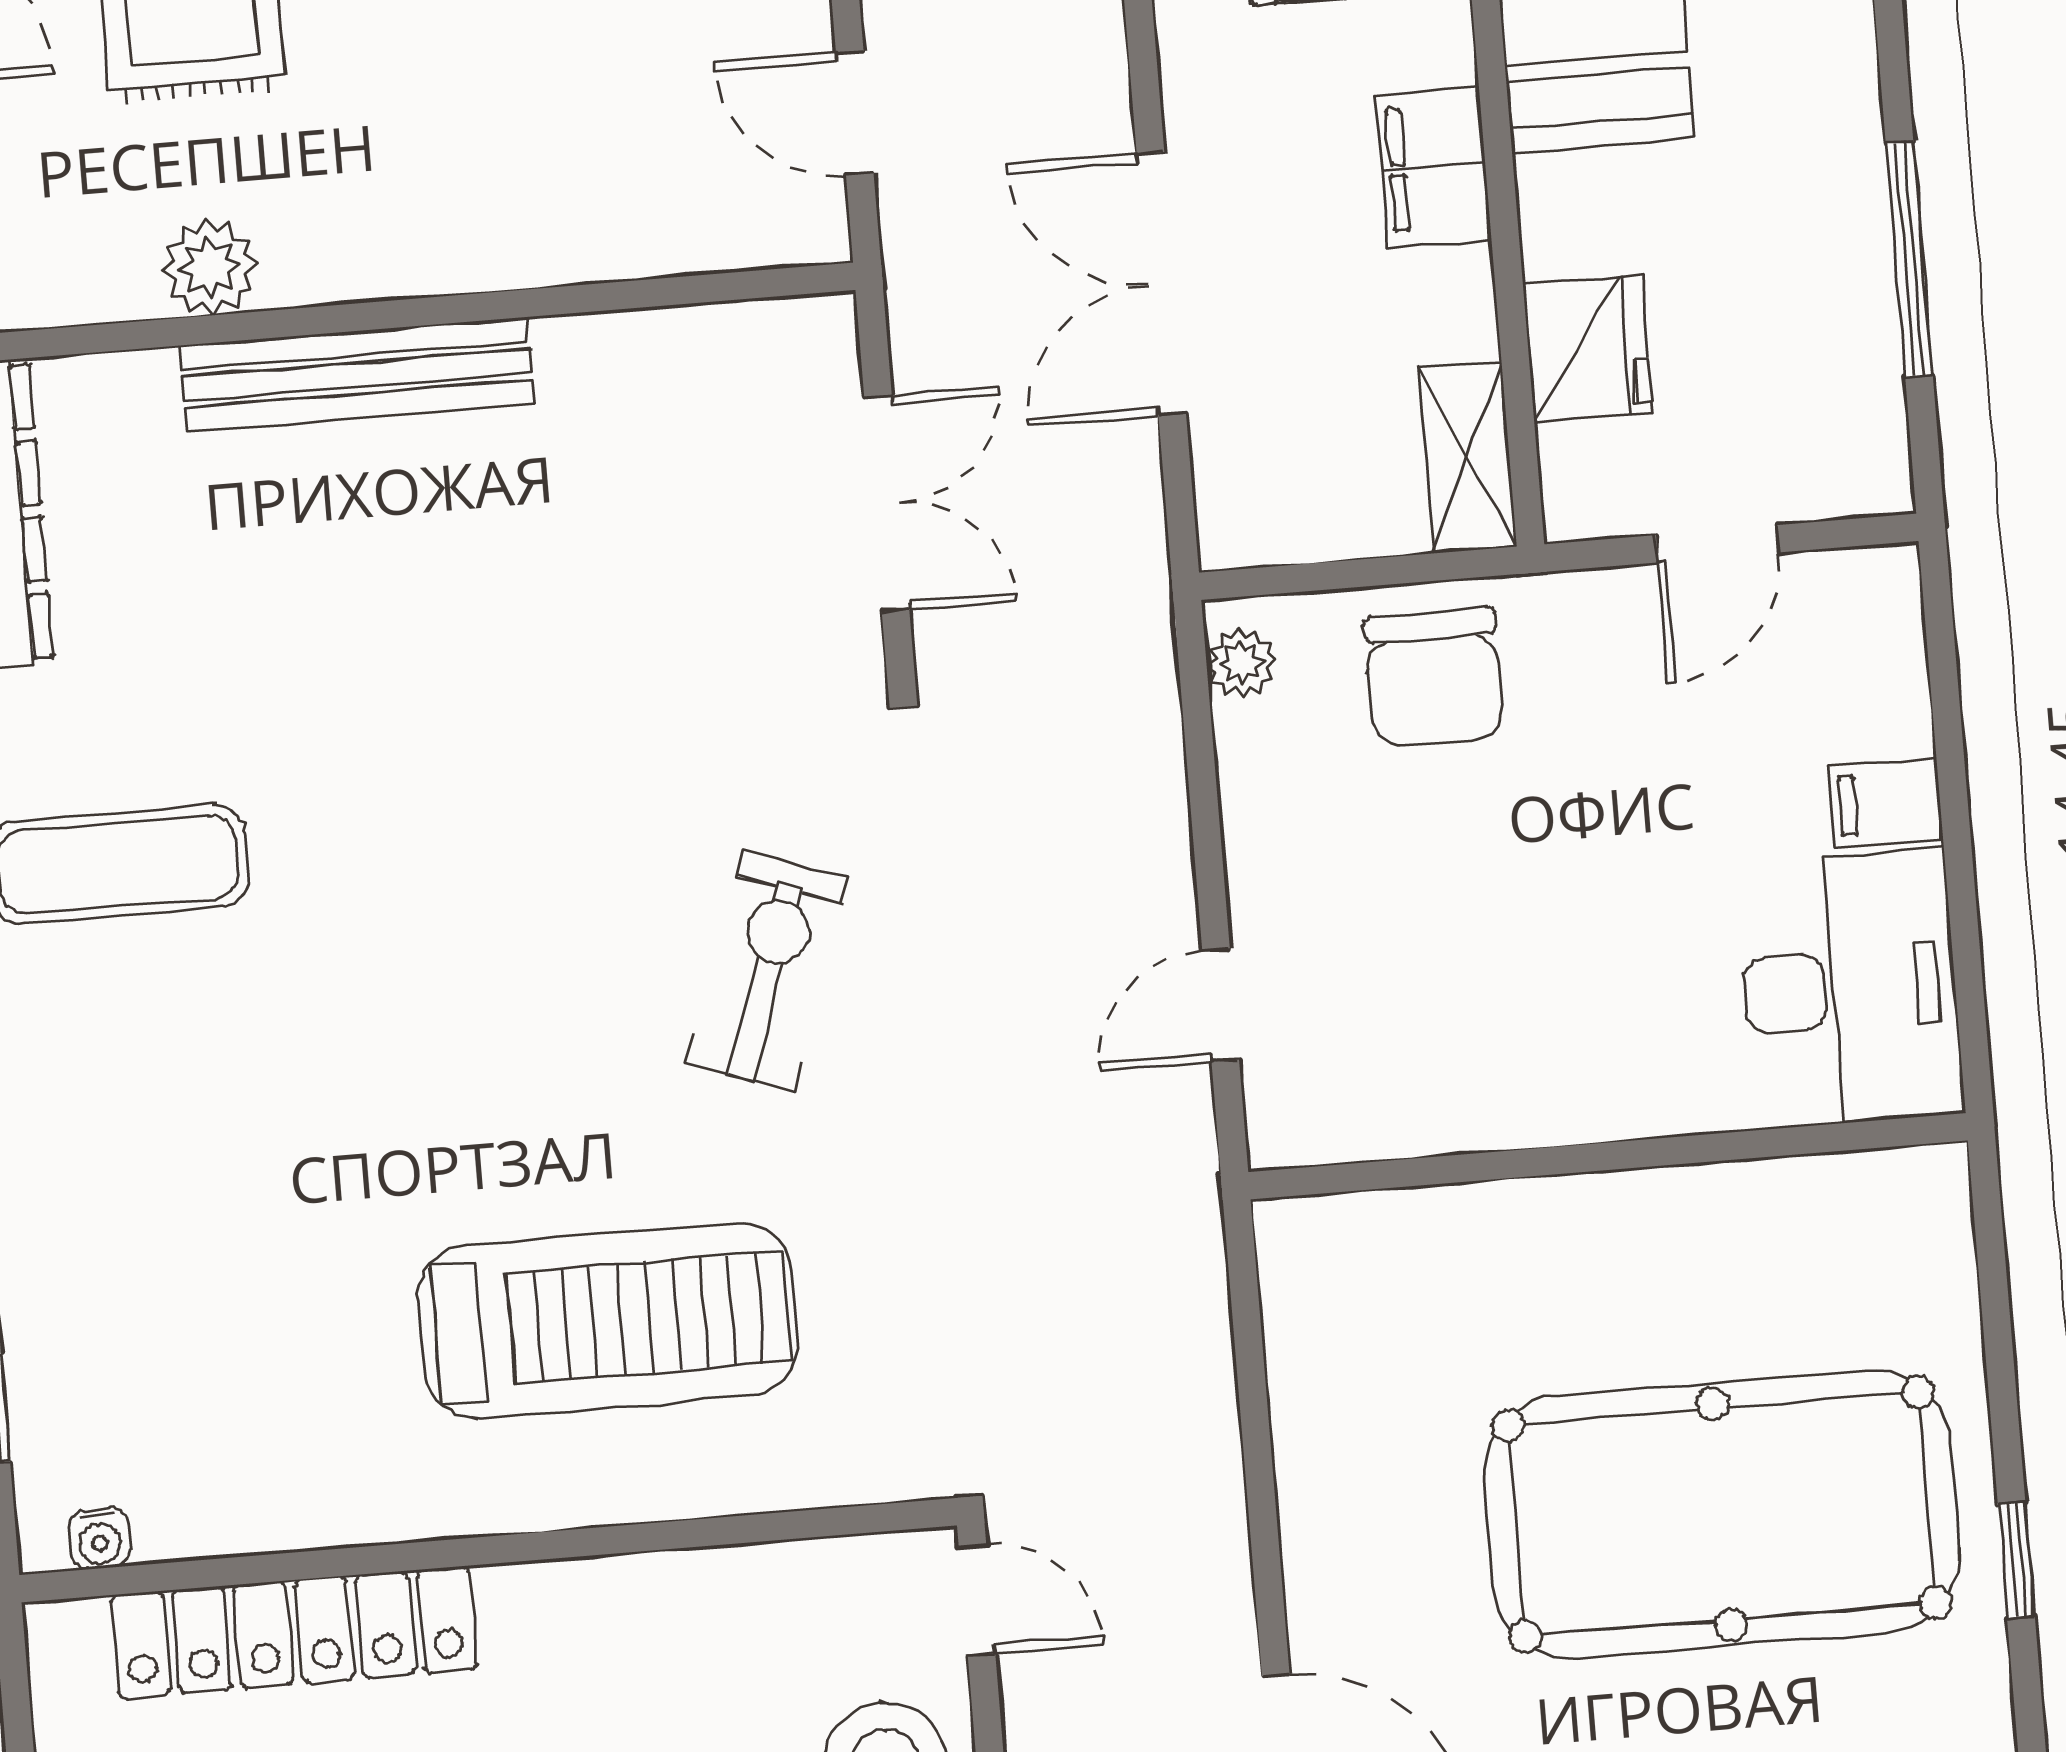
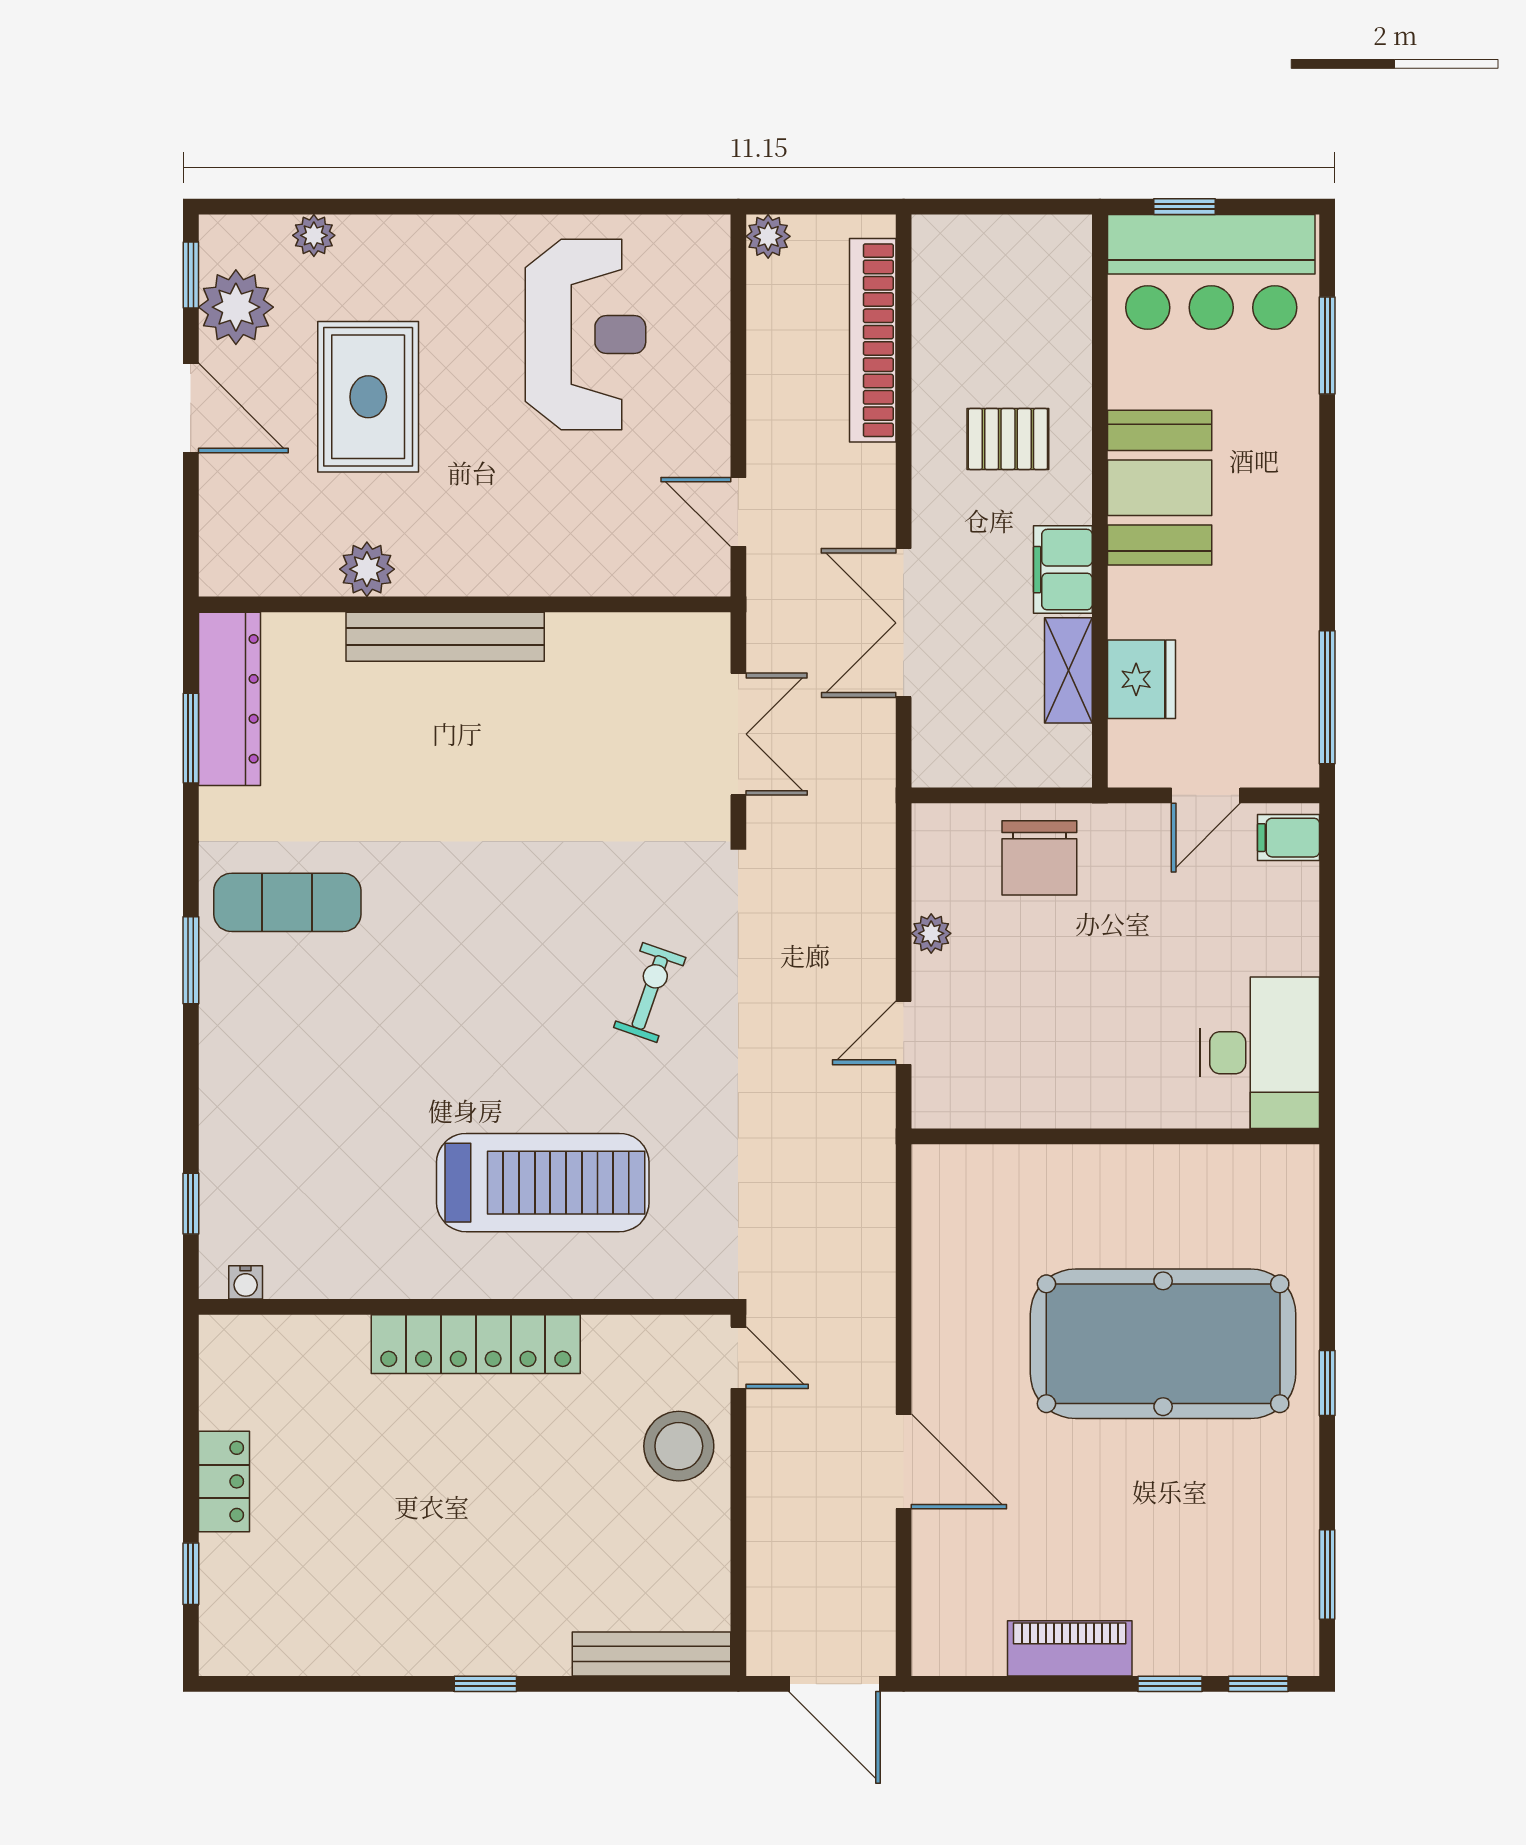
window: (1909, 259) -> (1327, 697), moved
shelving: (1467, 457) -> (1068, 670), moved
plant: (1241, 663) -> (931, 933), moved
filing cabinet: (1886, 803) -> (1289, 838), moved
exercise bike: (768, 971) -> (650, 993), width x0.73, depth x0.72
locker: (294, 1632) -> (476, 1344), moved

